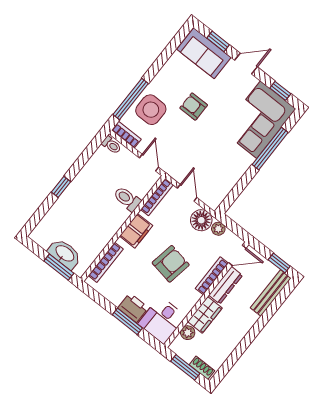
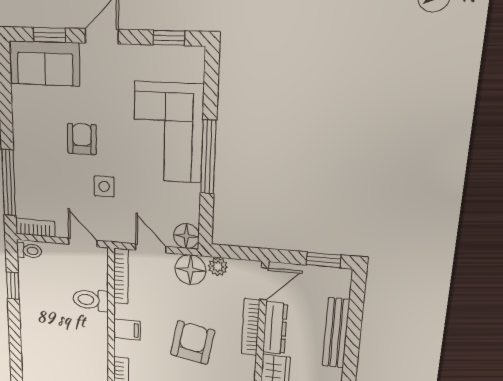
armchair: (194, 107) -> (82, 139), turned 90
side table: (151, 110) -> (104, 186), moved, width x0.54, depth x0.54
corner sofa: (259, 120) -> (168, 133), moved
window: (270, 149) -> (208, 157), moved
window: (61, 187) -> (13, 286), moved
floor lamp: (213, 200) -> (186, 236), added
filing cabinet: (136, 231) -> (127, 329), width x0.50
bench: (271, 293) -> (336, 333), moved

